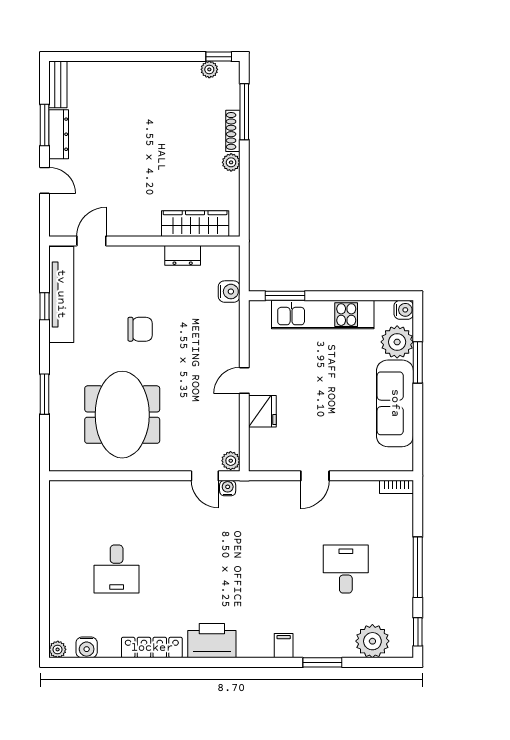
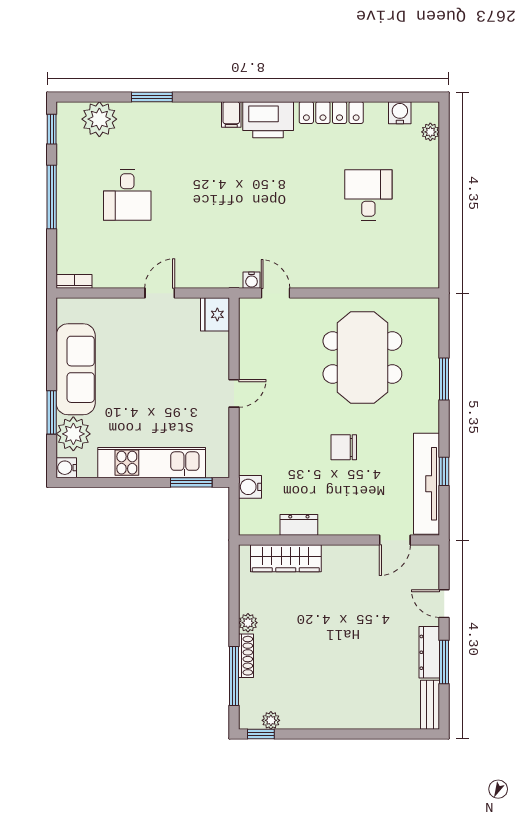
fridge: (262, 411) -> (215, 314), moved
plant: (231, 461) -> (248, 309), removed
filing cabinet: (284, 646) -> (231, 114), moved
plant: (58, 649) -> (430, 132), moved

